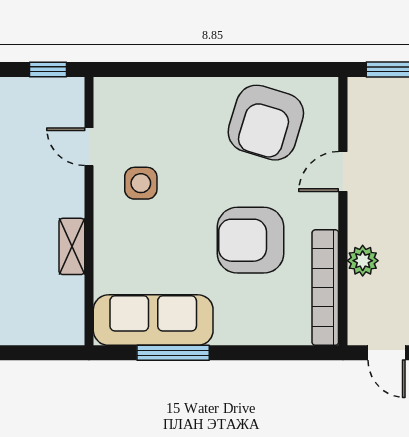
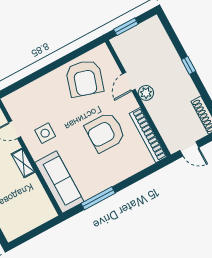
shelving: (72, 246) -> (23, 163), moved
plant: (363, 261) -> (146, 93), moved
sofa: (153, 320) -> (59, 182), moved, turned 90

